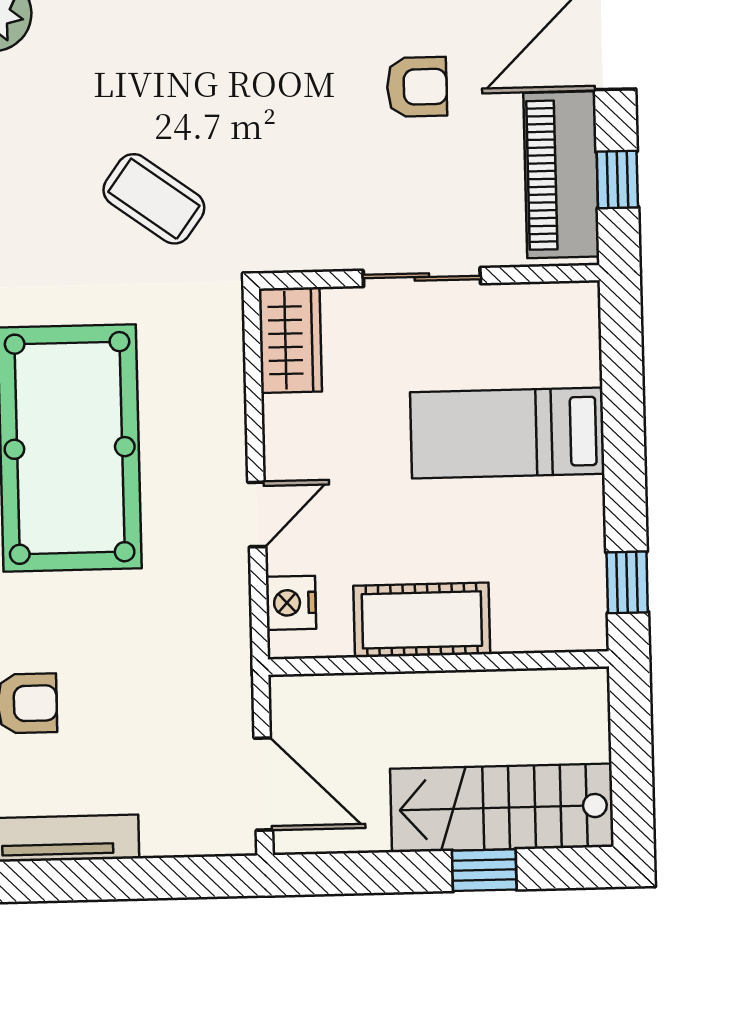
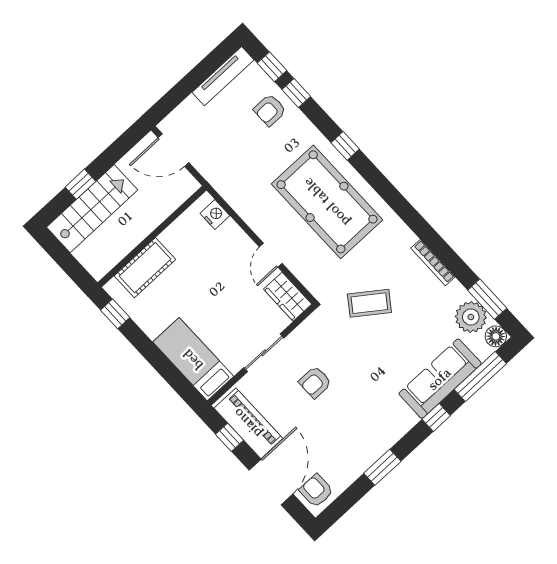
armchair: (417, 87) -> (315, 382), moved
bed: (507, 433) -> (193, 359), moved, turned -90
door: (257, 514) -> (271, 255), moved
cot: (422, 620) -> (145, 268), moved

